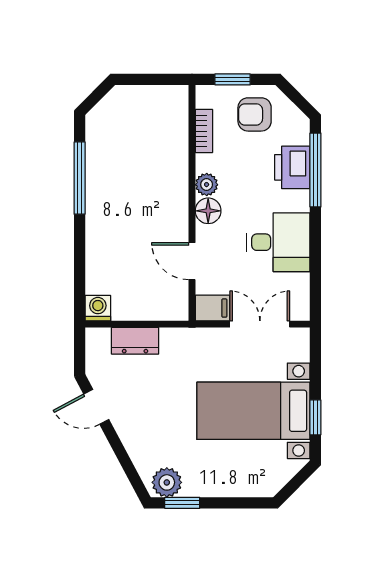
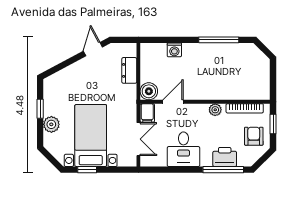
bookcase: (204, 131) -> (245, 108), width x1.56
floor lamp: (208, 211) -> (201, 111), removed
boiler: (173, 305) -> (149, 91), added
washing machine: (98, 308) -> (174, 50), moved, turned 90
plant: (167, 482) -> (51, 124), moved
window: (182, 503) -> (40, 109), moved

